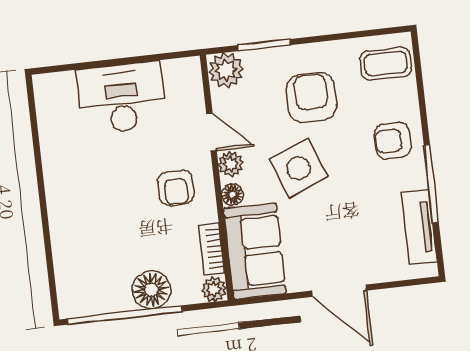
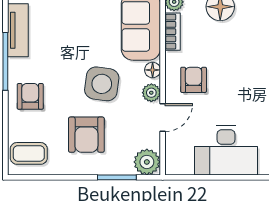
door: (212, 132) -> (163, 118), swing flipped
armchair: (393, 140) -> (30, 96), turned -90
side table: (298, 168) -> (102, 84), turned 30

